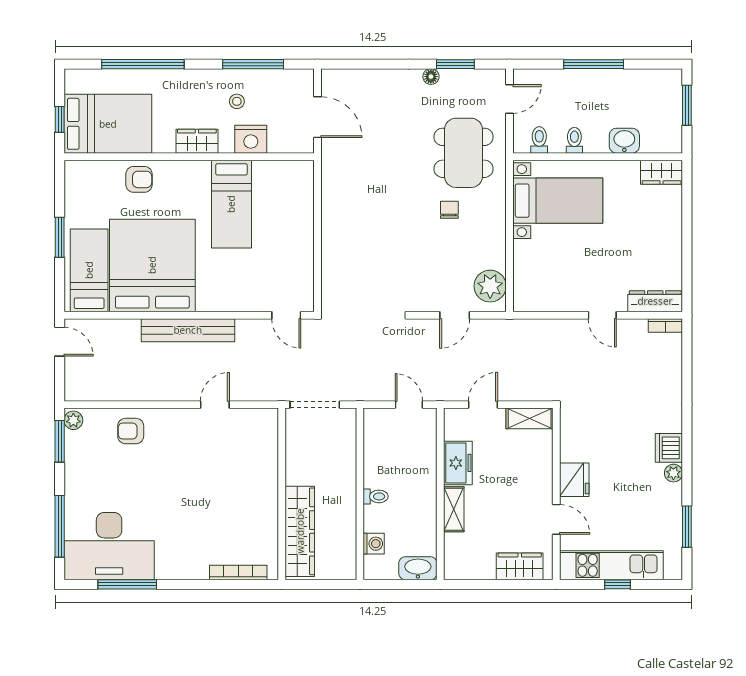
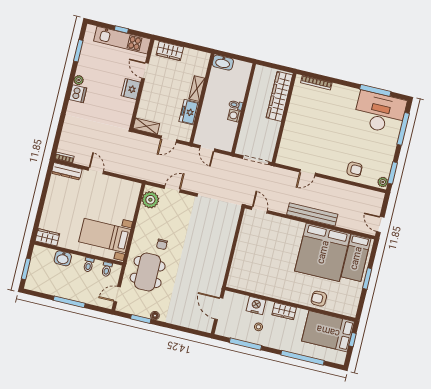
bed: (231, 204) -> (274, 274), removed
washing machine: (374, 544) -> (234, 116), moved

